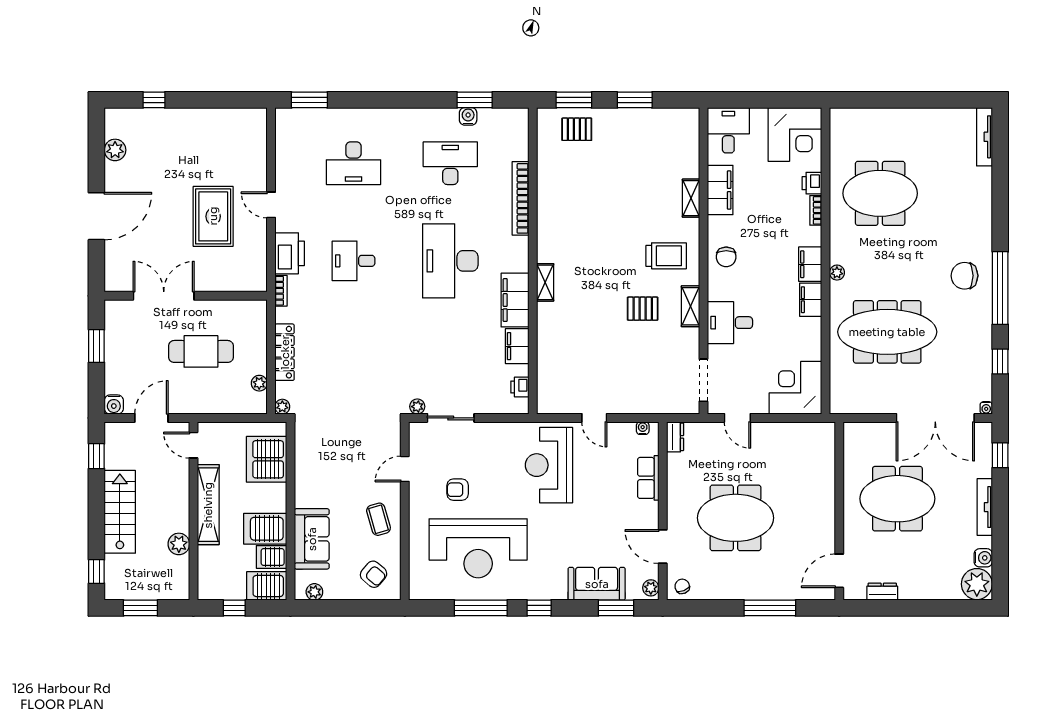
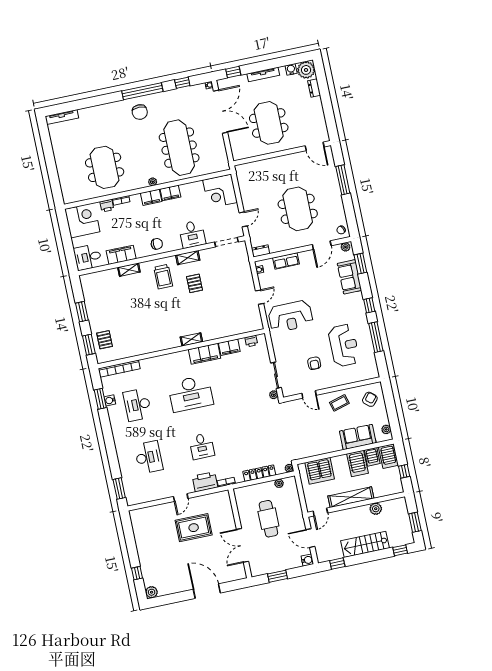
plant: (115, 150) -> (152, 592), moved
bookcase: (521, 198) -> (119, 369), moved
trolley: (666, 256) -> (163, 277), turned 180
reception desk: (478, 548) -> (344, 345), width x0.74, depth x0.77
dresser: (882, 592) -> (314, 88), moved

